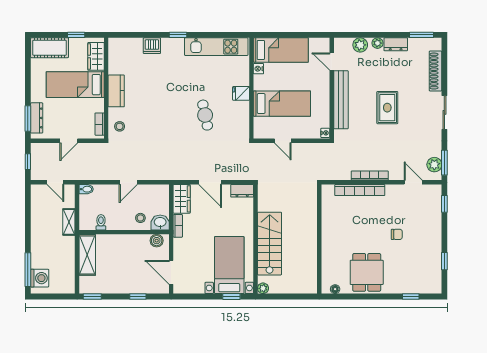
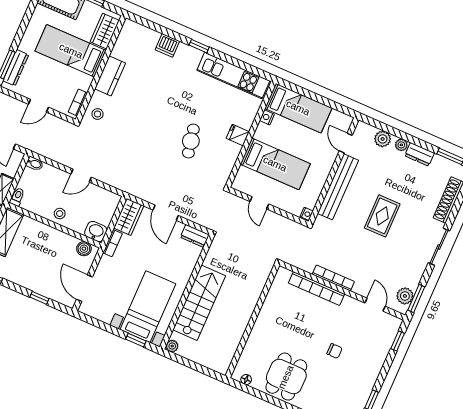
stool: (140, 218) -> (60, 214), moved
toilet: (101, 222) -> (17, 197), moved

